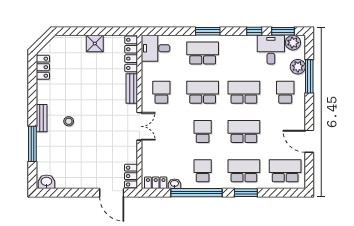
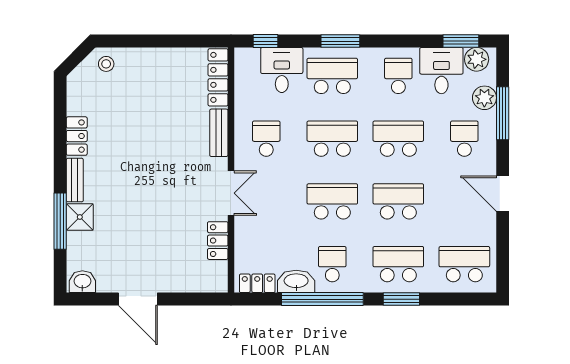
window: (254, 31) -> (266, 41), moved
shower: (95, 44) -> (80, 217), moved
desk: (155, 48) -> (282, 70), moved, turned 90
school desk: (244, 53) -> (398, 76), added
locker: (43, 67) -> (77, 136), moved
stool: (69, 121) -> (106, 64), moved
school desk: (203, 132) -> (332, 201), width x1.85
door: (309, 141) -> (503, 194), moved
locker: (131, 176) -> (218, 241), moved
washbasin: (174, 184) -> (296, 281), width x1.91, depth x1.45
door: (112, 193) -> (138, 299), moved

